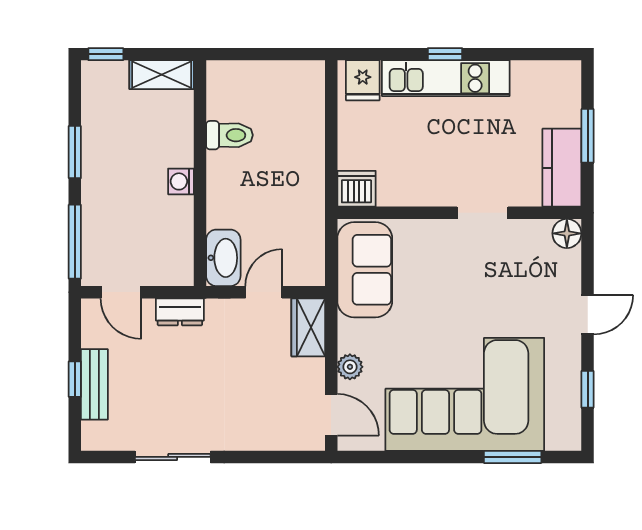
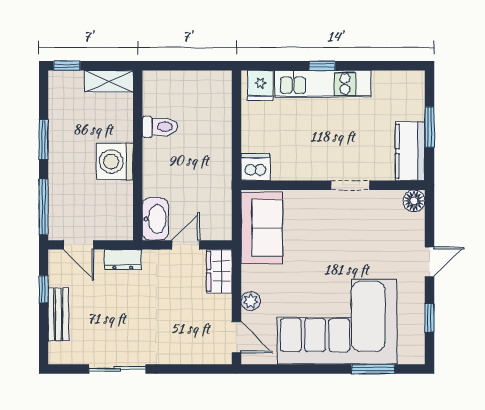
washing machine: (181, 181) -> (115, 162), width x1.89, depth x1.89
window: (75, 379) -> (44, 289), moved

